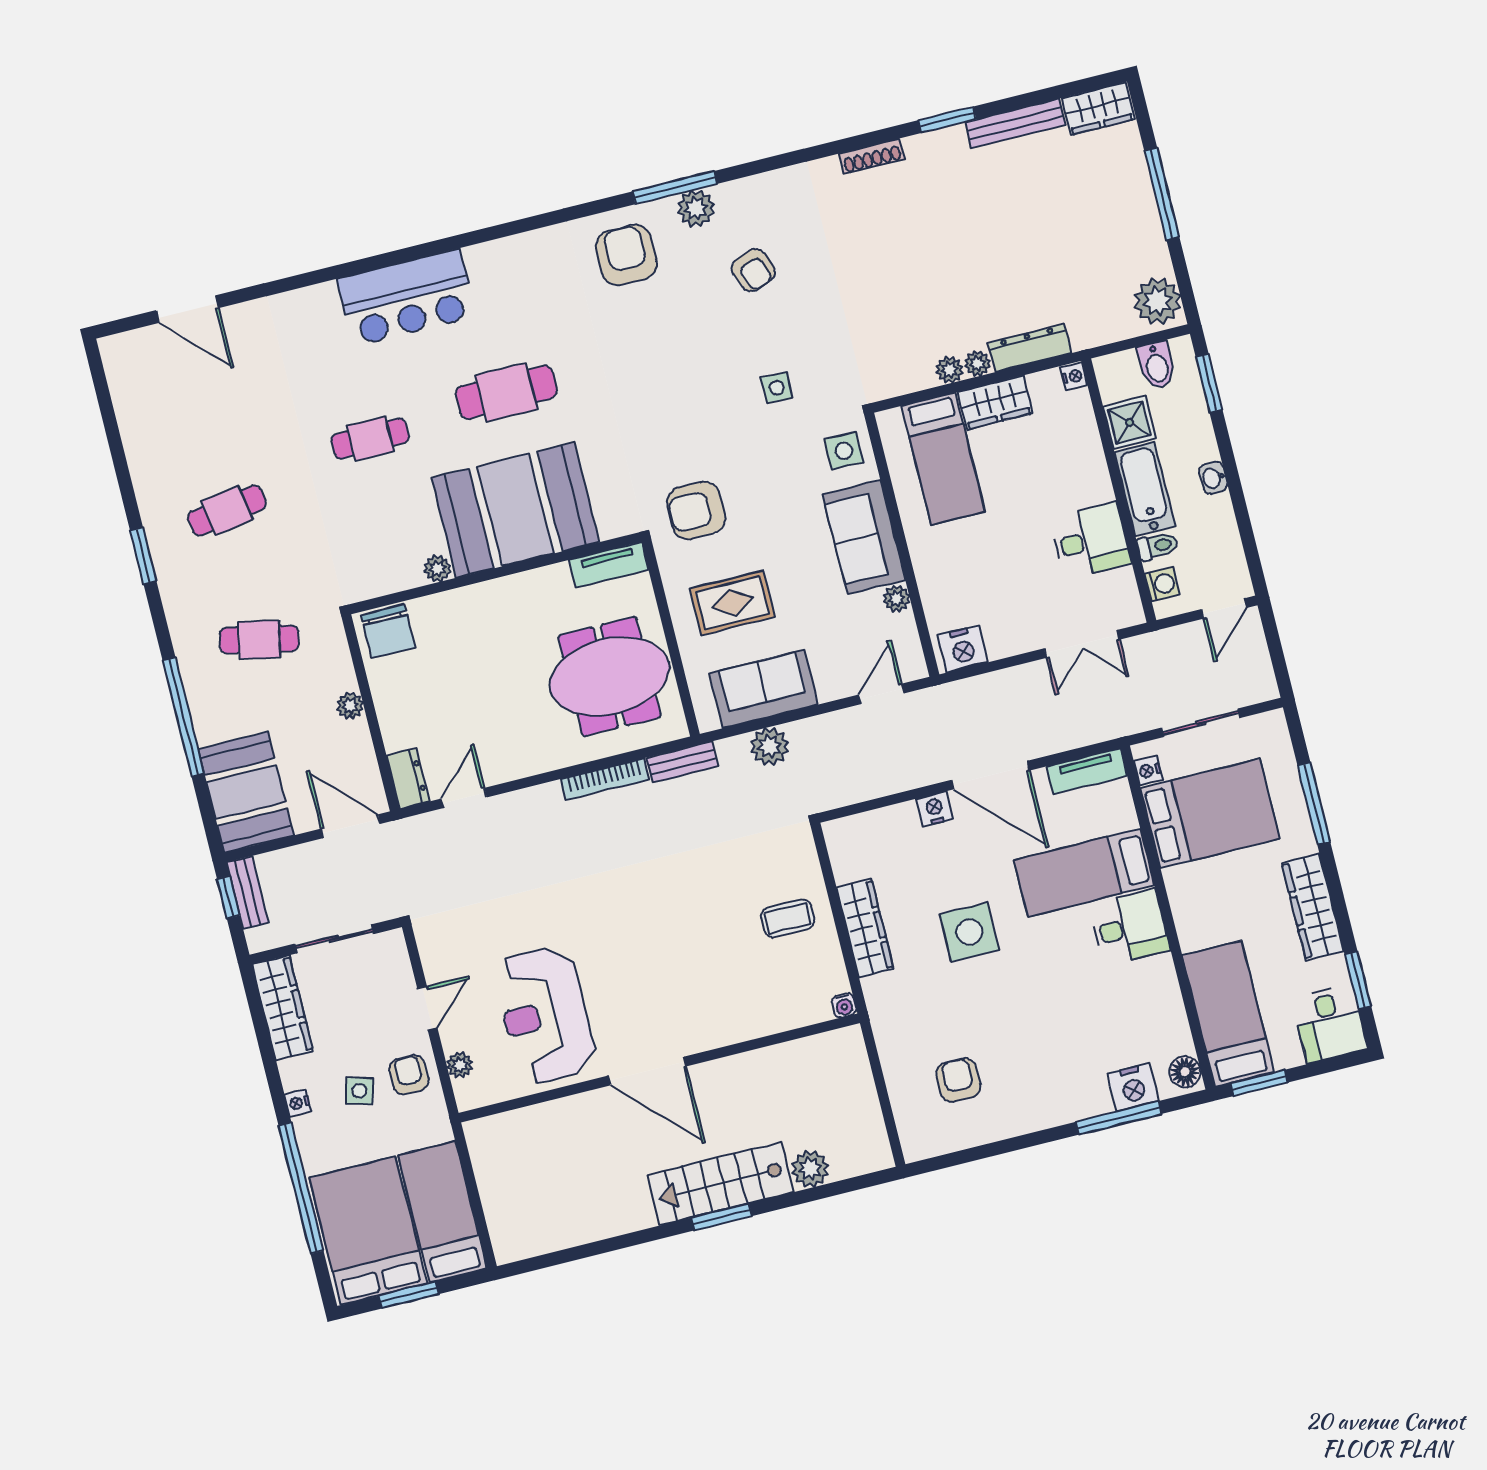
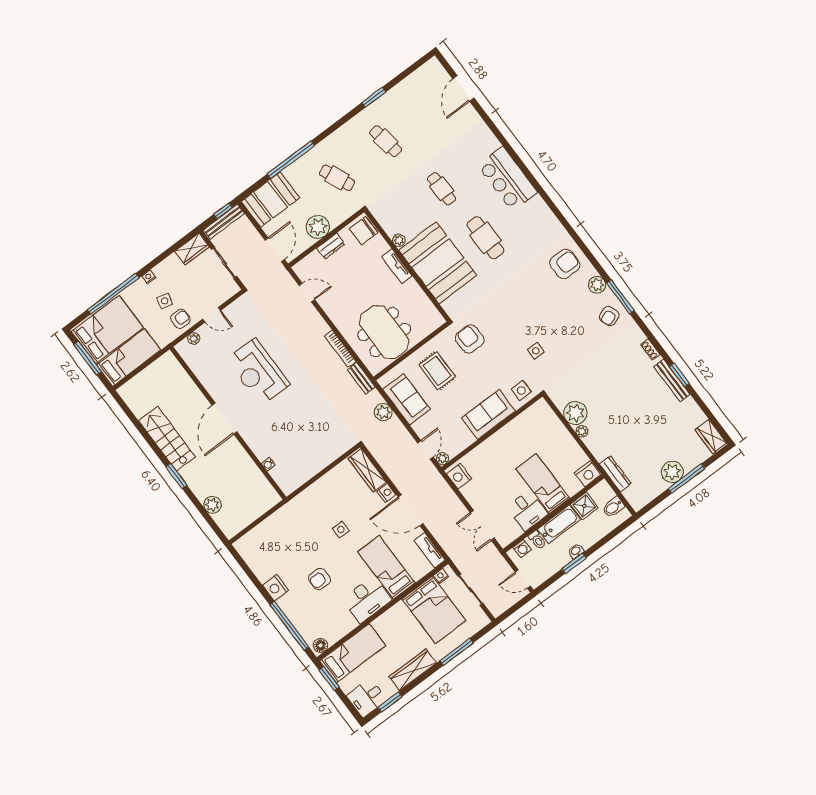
bench: (1015, 123) -> (672, 380), moved
shoe rack: (872, 156) -> (650, 350), width x0.70
window: (675, 188) -> (620, 297), moved
armchair: (753, 270) -> (609, 316), moved
plant: (1158, 301) -> (672, 472), moved
dresser: (1030, 348) -> (615, 474), moved
plant: (949, 370) -> (575, 413), width x1.88, depth x1.88
nightstand: (1074, 376) -> (588, 474), width x1.89, depth x1.79
window: (1209, 383) -> (574, 563), moved
wardrobe: (995, 402) -> (569, 446), removed
bed: (943, 459) -> (543, 484), moved, turned 90
window: (143, 556) -> (374, 97), moved
tv unit: (609, 565) -> (397, 266), moved
plant: (896, 599) -> (442, 459), moved
cafe table: (259, 640) -> (337, 178), turned -36
door: (881, 694) -> (425, 450), hinge flipped
plant: (350, 706) -> (318, 227), width x1.88, depth x1.88
door: (990, 775) -> (411, 510), hinge flipped
dresser: (408, 779) -> (331, 246), moved
bench: (248, 892) -> (224, 222), width x1.36
coffee table: (788, 918) -> (314, 451), removed
desk: (1129, 927) -> (367, 599), width x1.37
wardrobe: (865, 928) -> (367, 470), moved, turned 90
side table: (969, 932) -> (341, 530), width x0.54, depth x0.54
water cooler: (844, 1005) -> (268, 464), moved
wardrobe: (283, 1008) -> (192, 249), width x0.67
reception desk: (545, 1015) -> (258, 372), moved, turned -90
armchair: (958, 1080) -> (320, 579), moved, turned 180
nightstand: (1133, 1087) -> (276, 588), moved
window: (1119, 1118) -> (289, 626), width x1.46
stairs: (721, 1183) -> (167, 439), moved
window: (409, 1295) -> (88, 358), width x1.44

